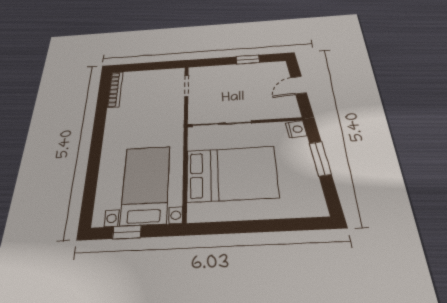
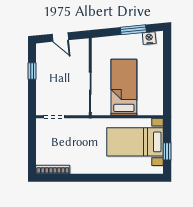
nightstand: (296, 129) -> (149, 38), moved
window: (320, 159) -> (133, 30), moved
bed: (231, 174) -> (124, 87), width x0.67

